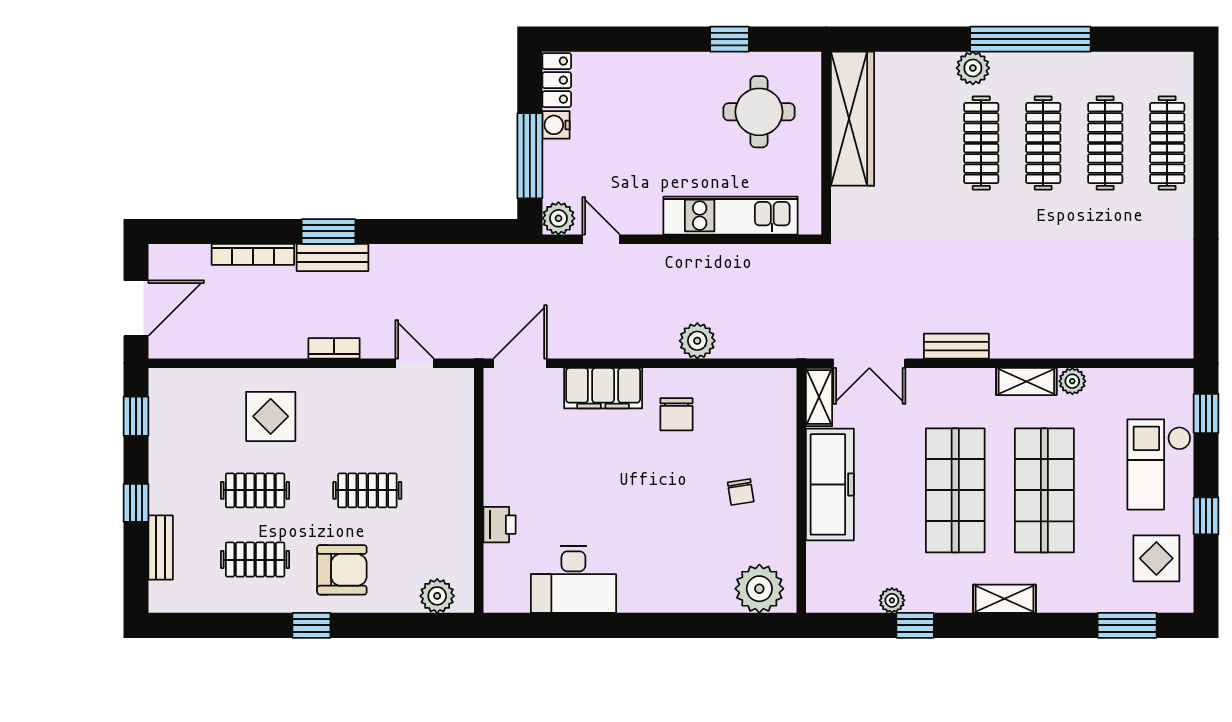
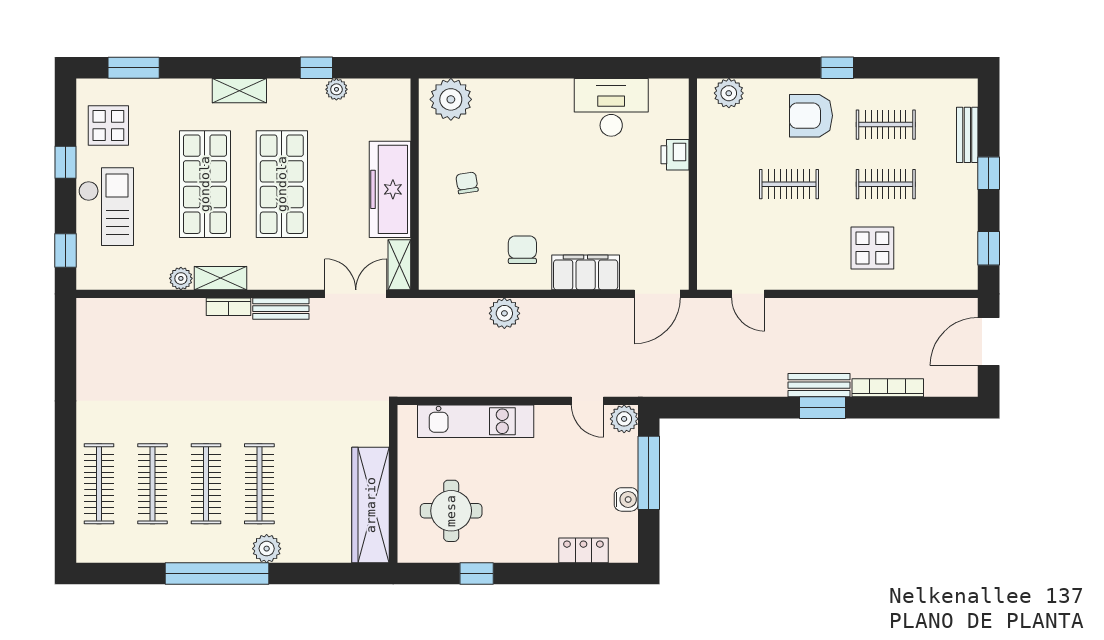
locker: (557, 80) -> (583, 550), moved, turned 90
bookcase: (334, 348) -> (229, 307), moved

